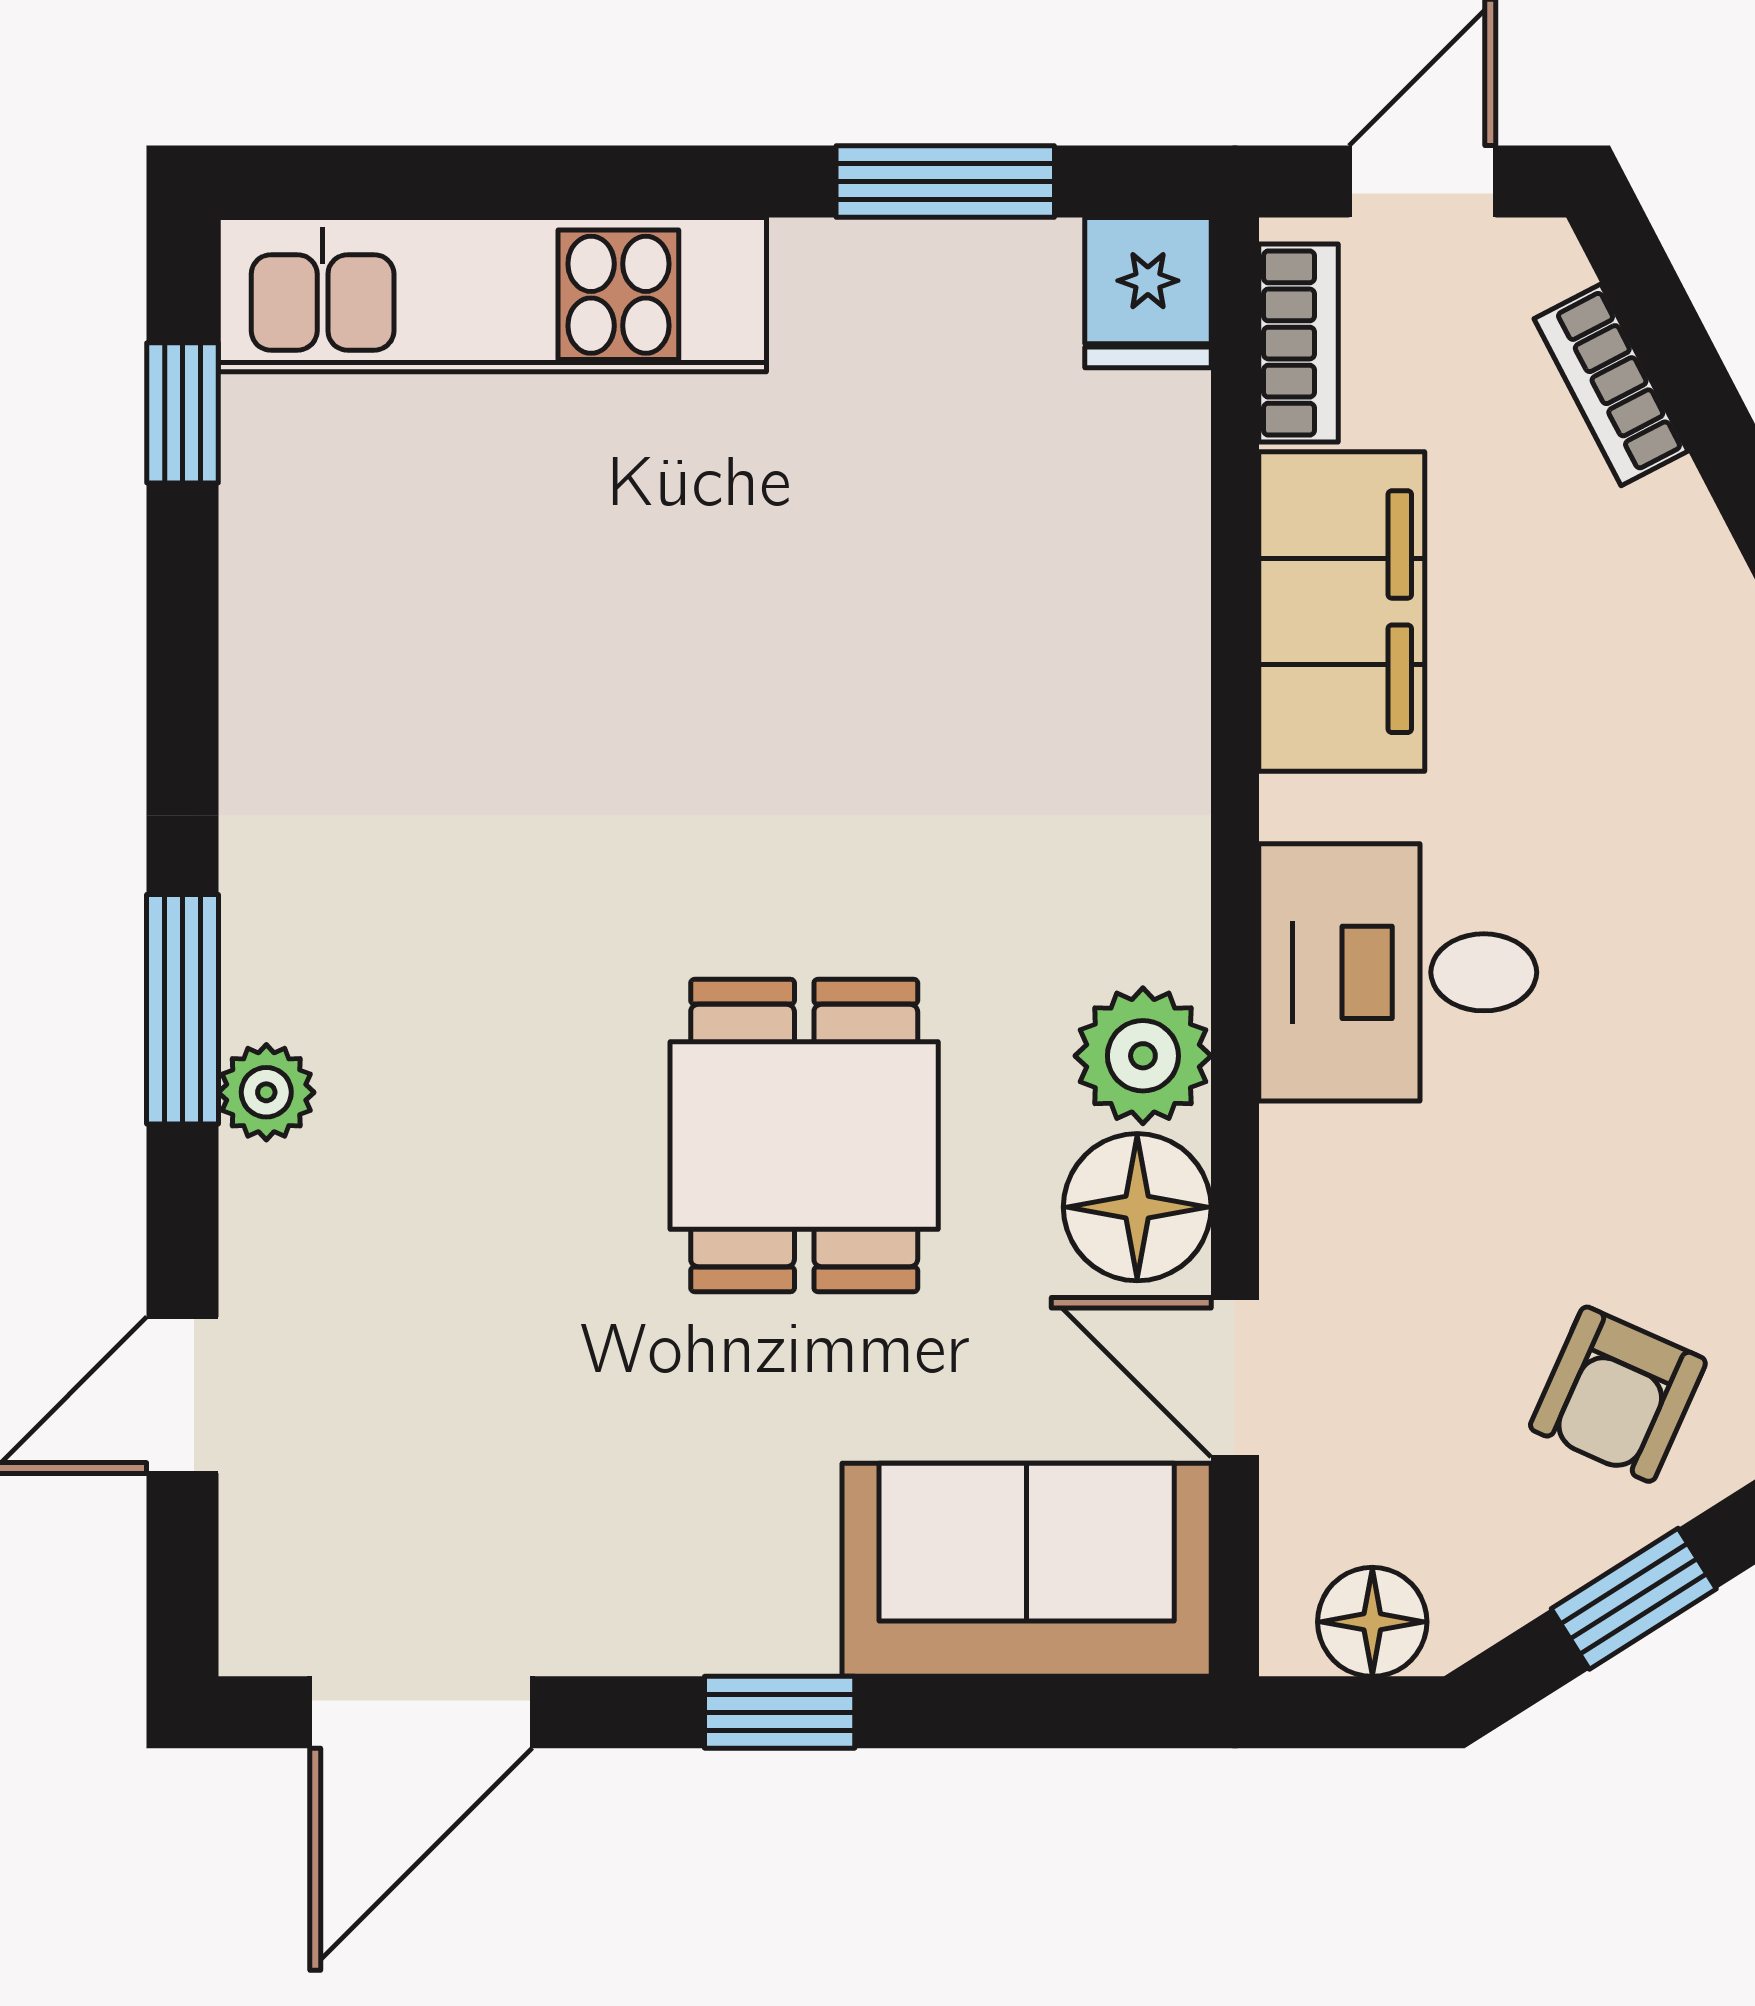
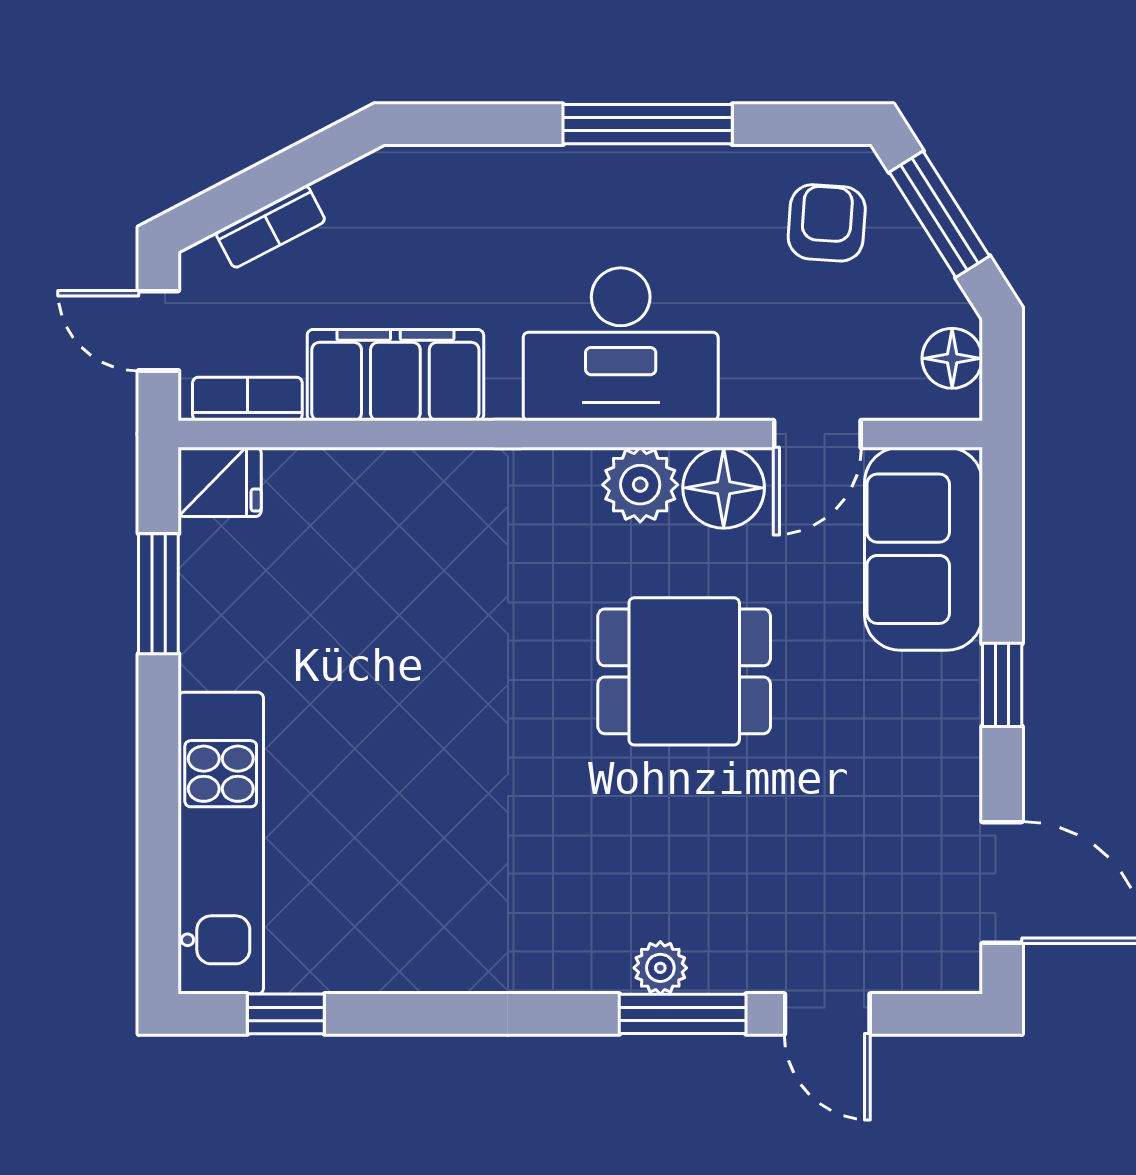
desk: (1398, 972) -> (621, 344), width x1.37
window: (183, 1009) -> (683, 1014), moved
armchair: (1618, 1394) -> (827, 223), turned -110
window: (1634, 1599) -> (939, 214), width x1.50

